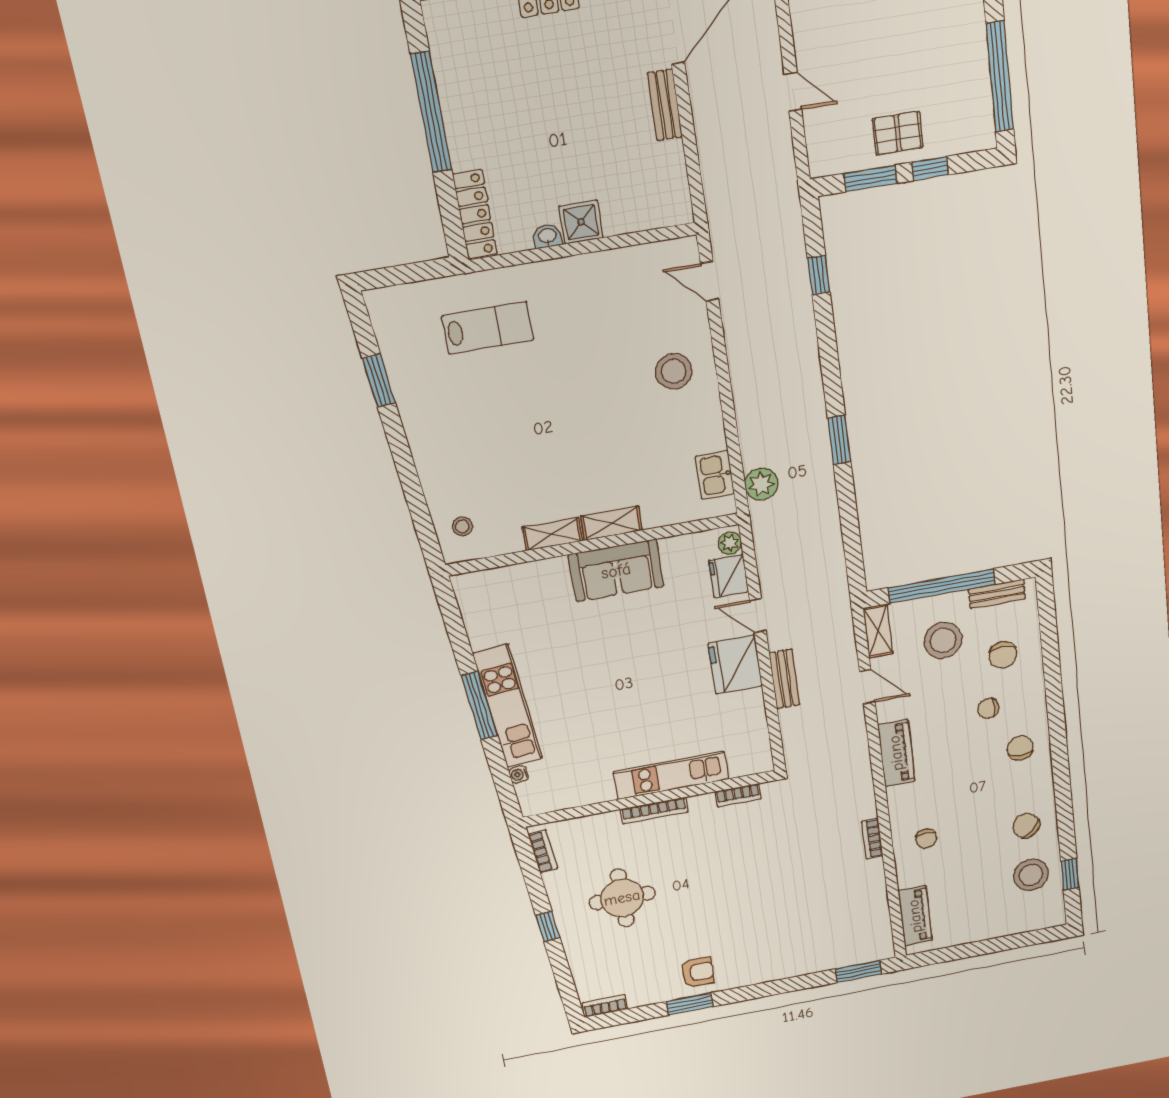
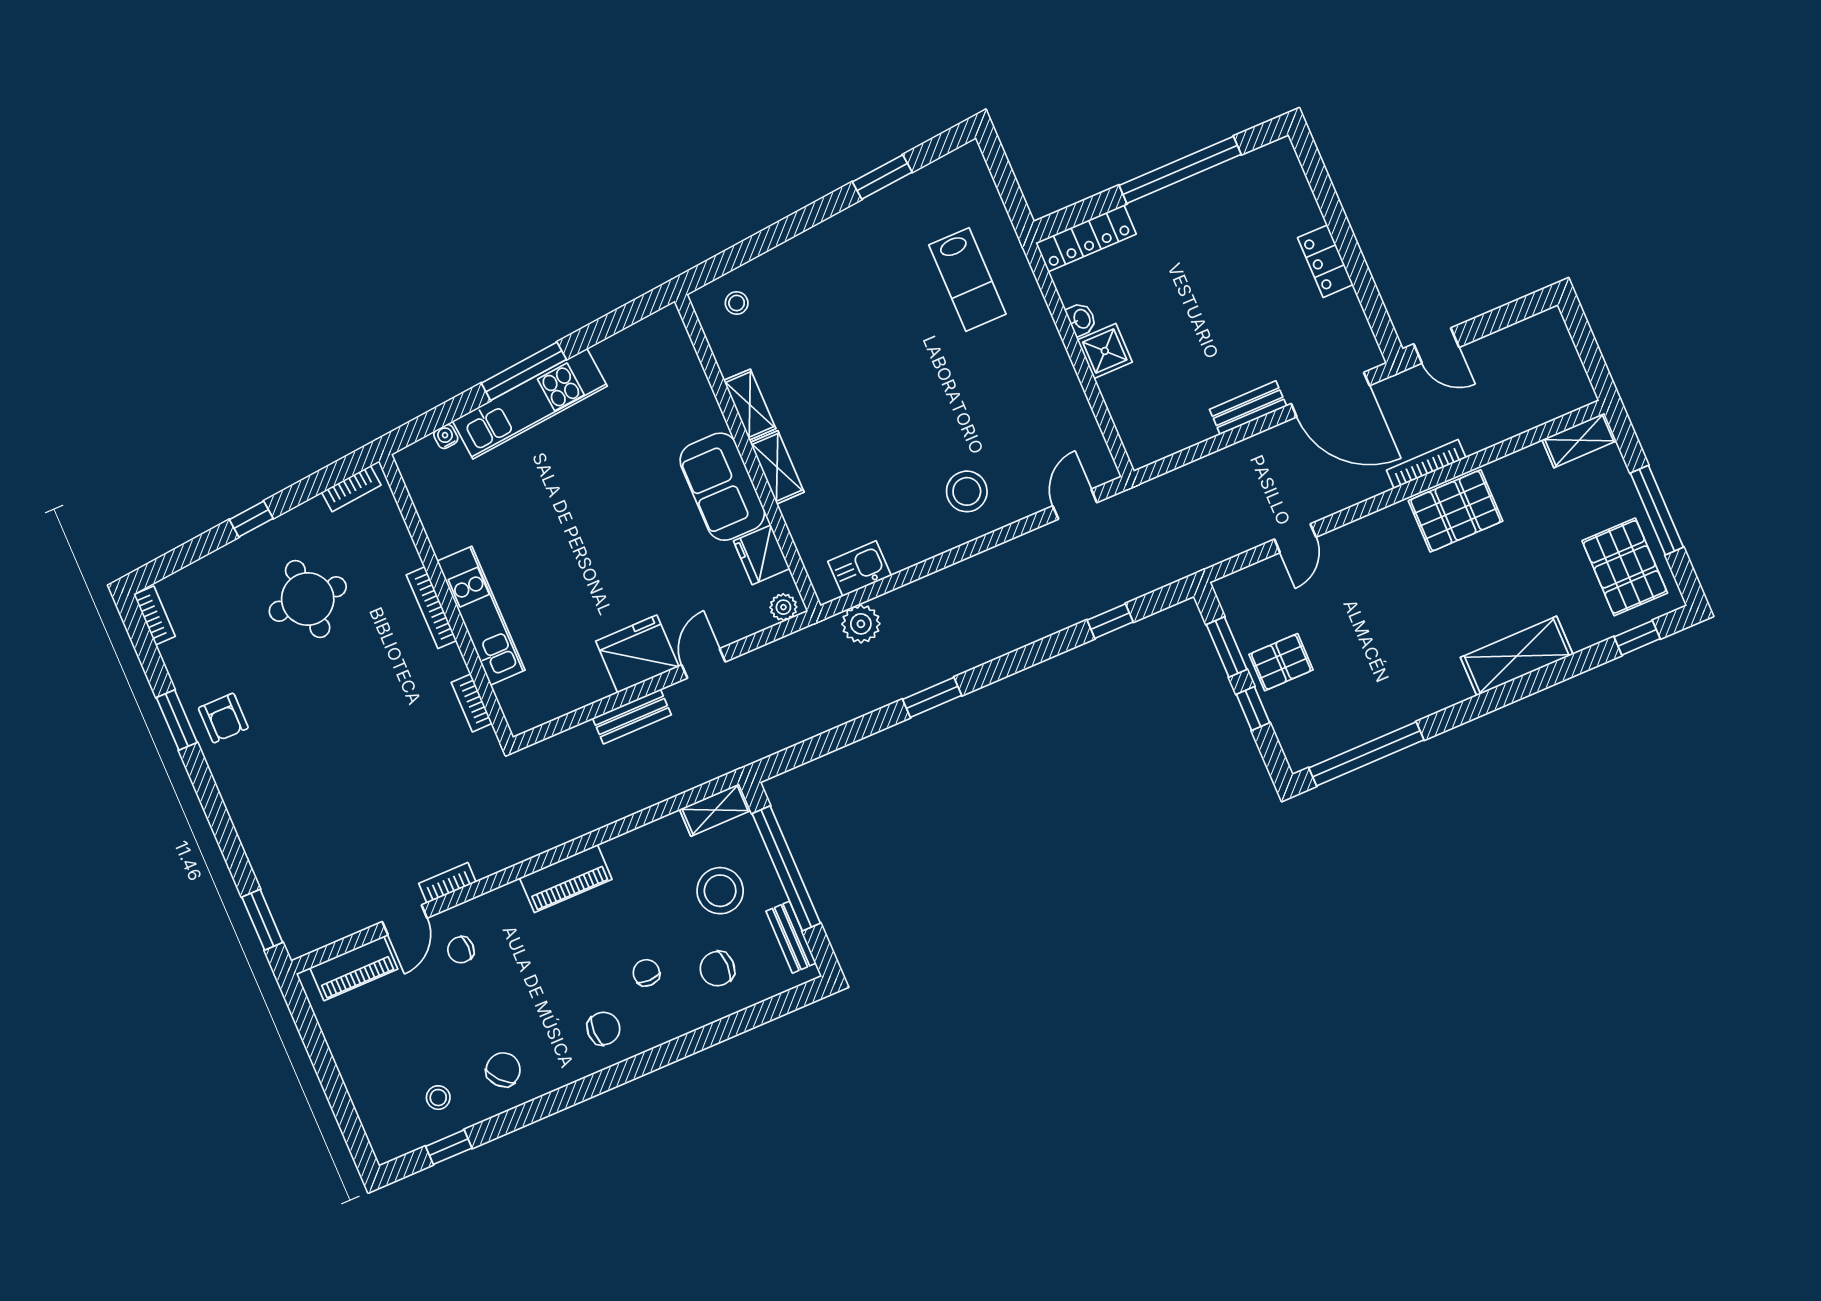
pallet: (898, 133) -> (1281, 662), turned 90
fridge: (729, 576) -> (762, 555), moved, turned -90
door: (867, 687) -> (405, 920), moved
stool: (1031, 875) -> (438, 1098), width x0.53, depth x0.53

